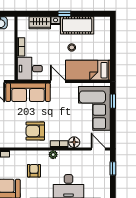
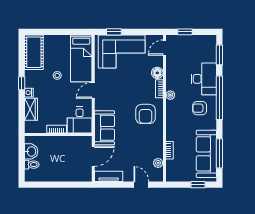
cot: (77, 25) -> (34, 52), moved
sofa: (28, 92) -> (105, 128), width x0.73
armchair: (34, 171) -> (200, 108), moved

